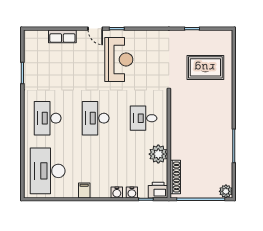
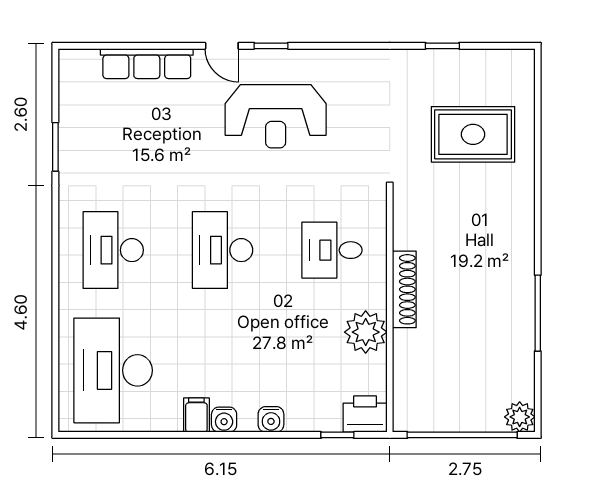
row of seats: (62, 36) -> (147, 64), width x1.48
reception desk: (119, 60) -> (276, 116), turned 90
shoe rack: (175, 177) -> (404, 289), moved
water cooler: (132, 192) -> (224, 420), moved

